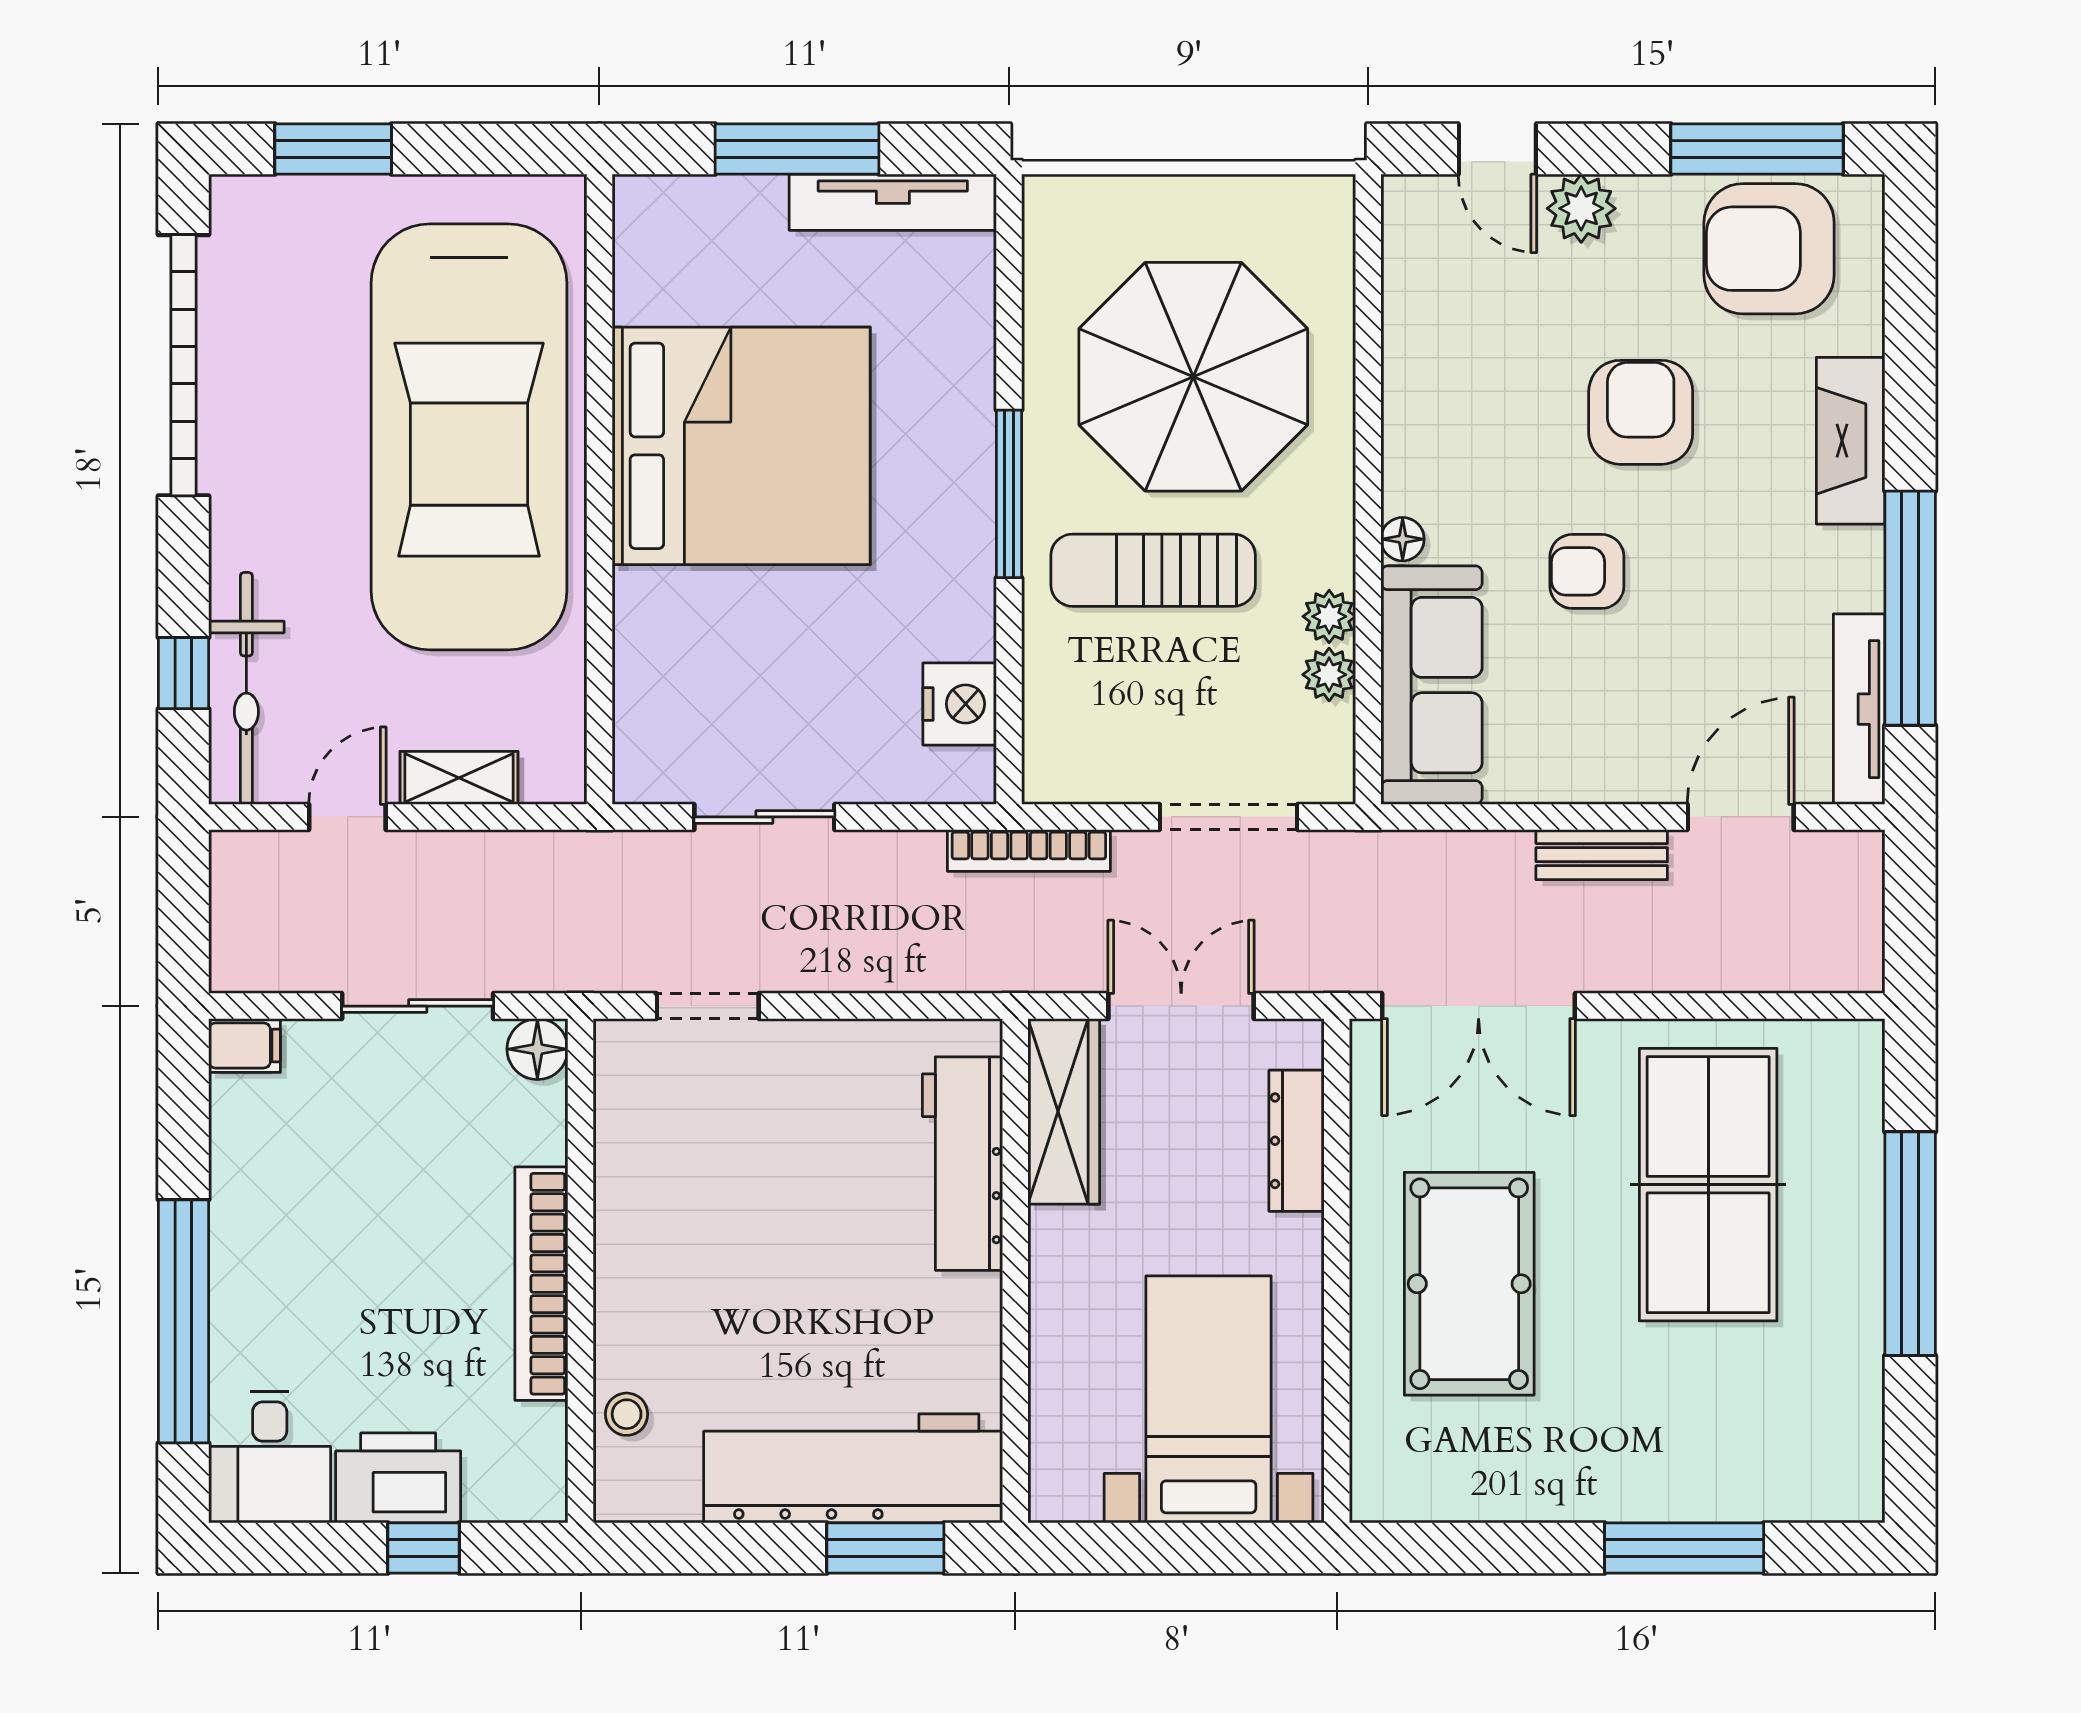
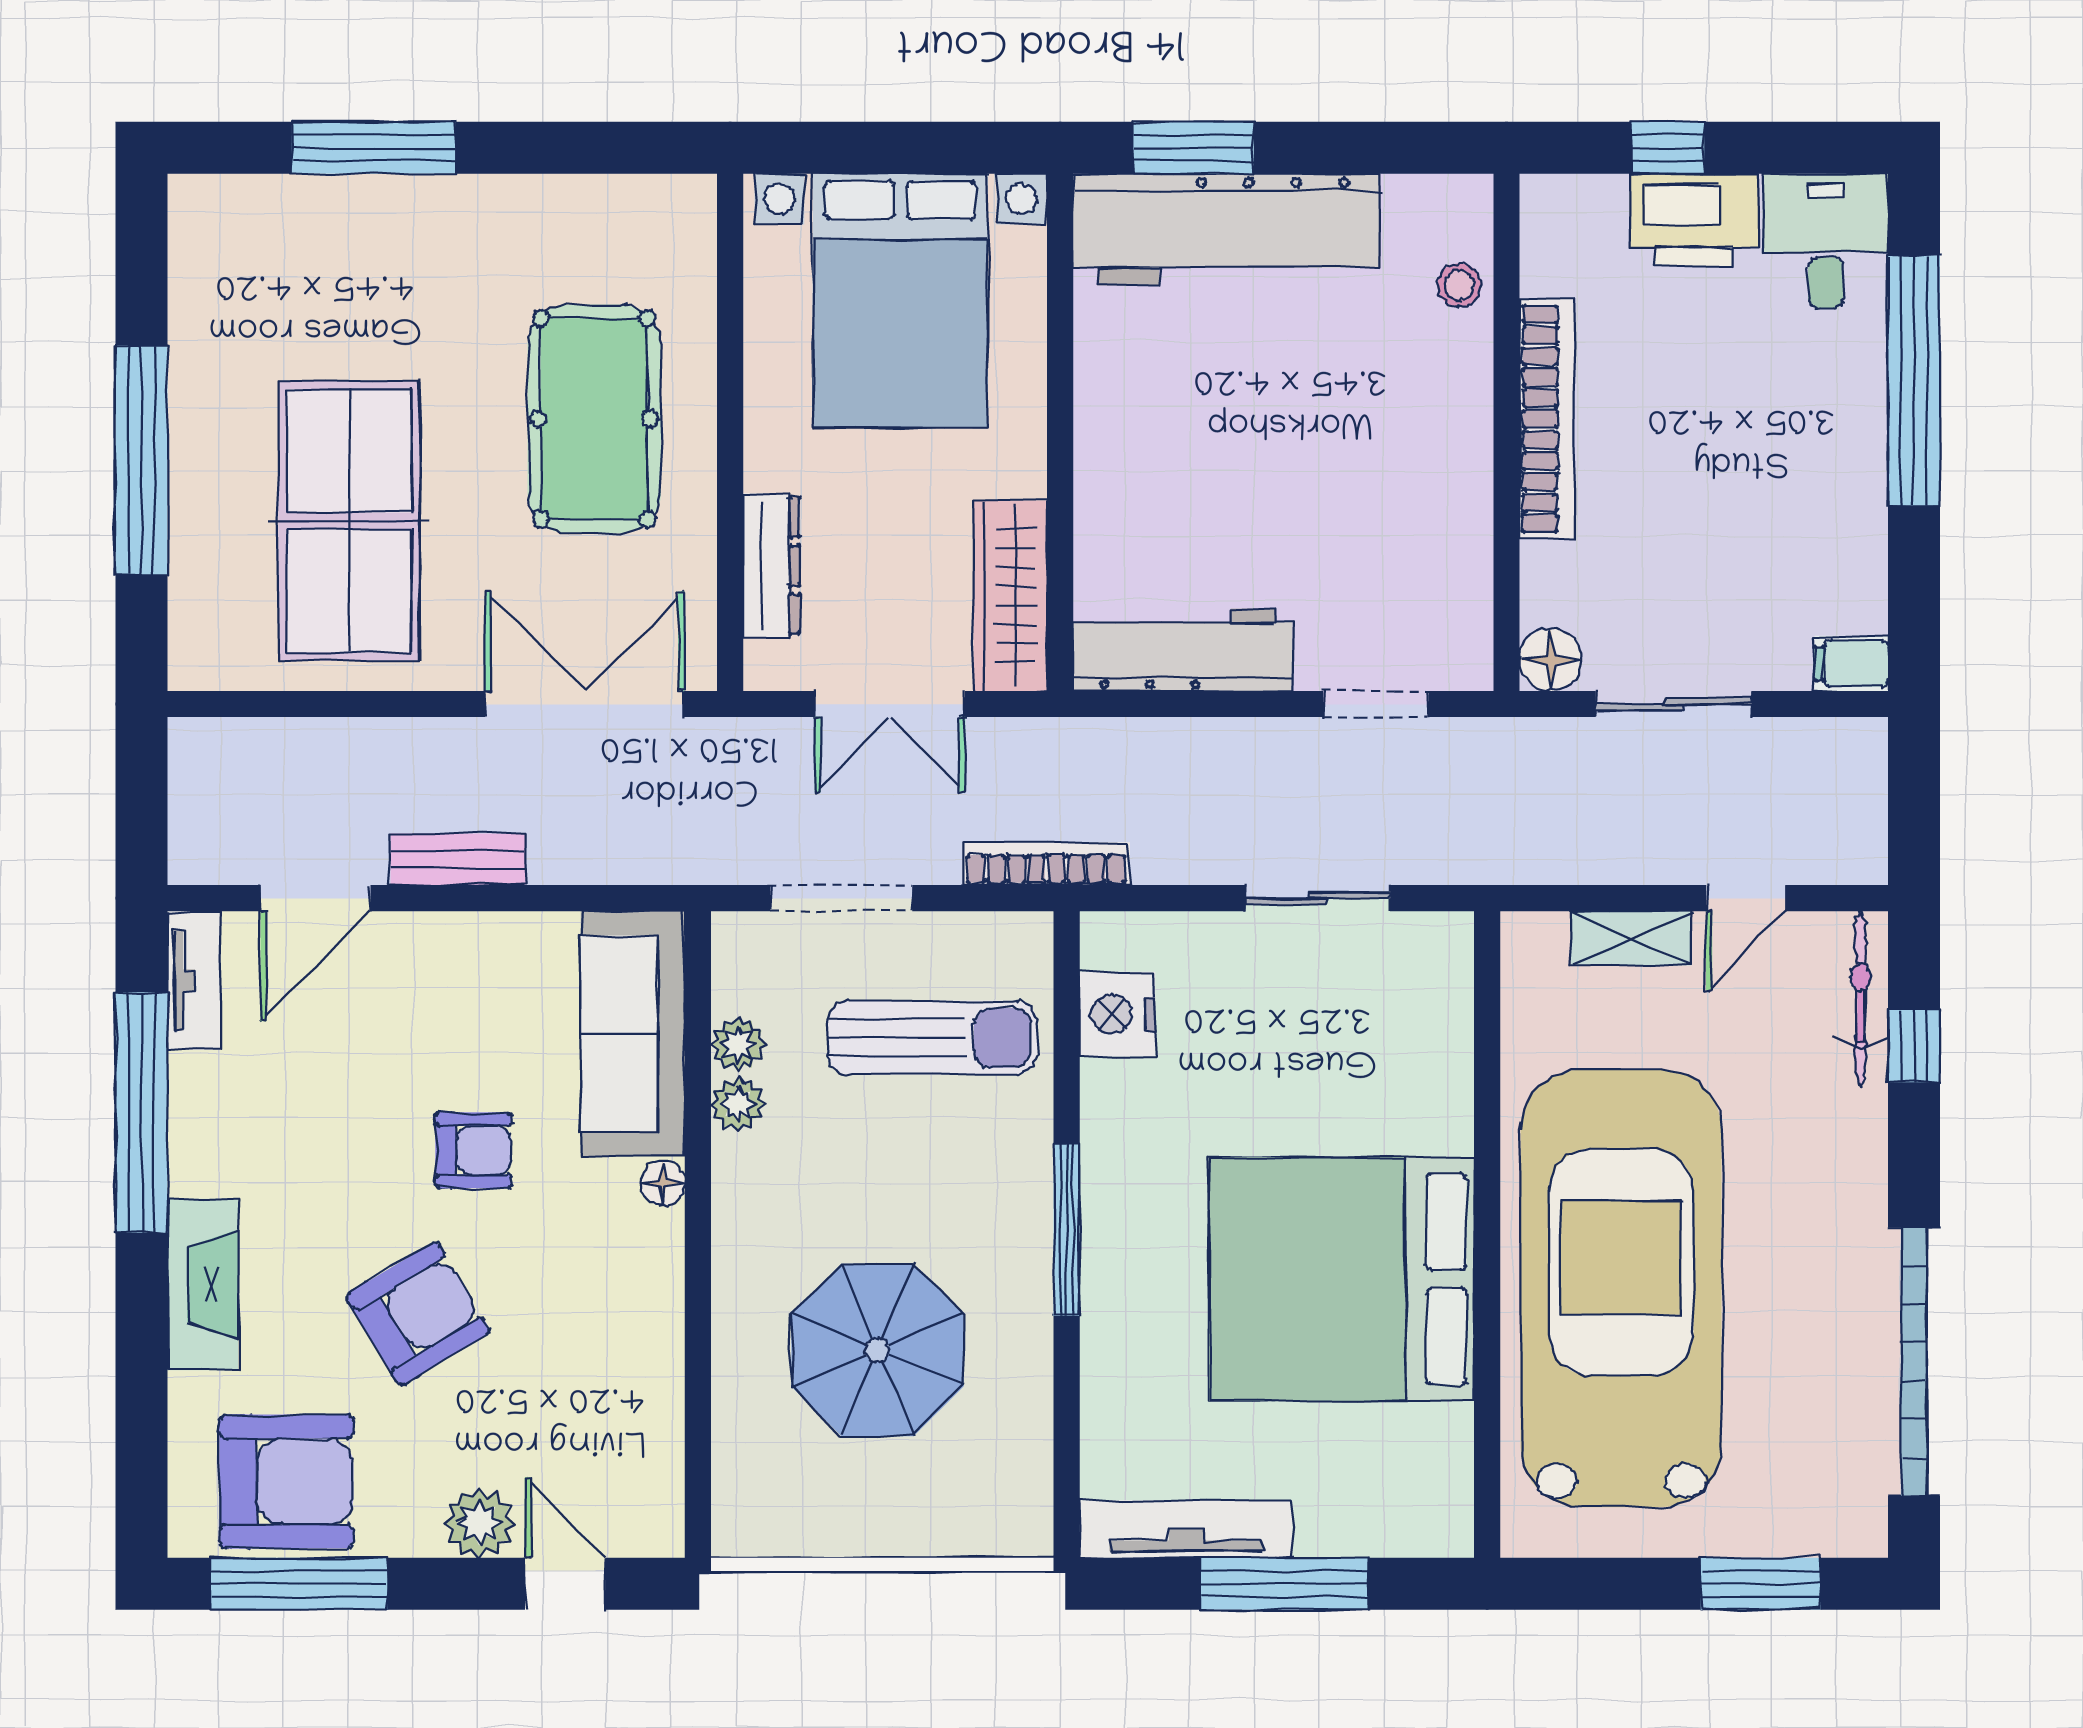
parasol: (1193, 377) -> (877, 1350), width x0.73, depth x0.73
armchair: (1641, 412) -> (418, 1314), turned -121
sun lounger: (1153, 570) -> (932, 1038), moved
bicycle: (246, 688) -> (1861, 998), width x0.73, depth x0.71
tv unit: (1859, 709) -> (194, 980), width x0.71
workbench: (963, 1164) -> (1183, 650), moved, turned -90
bed with nightstands: (1209, 1399) -> (900, 300), width x1.36

